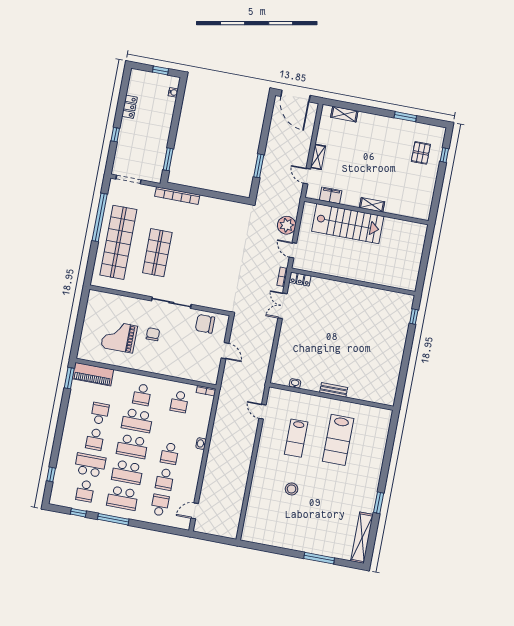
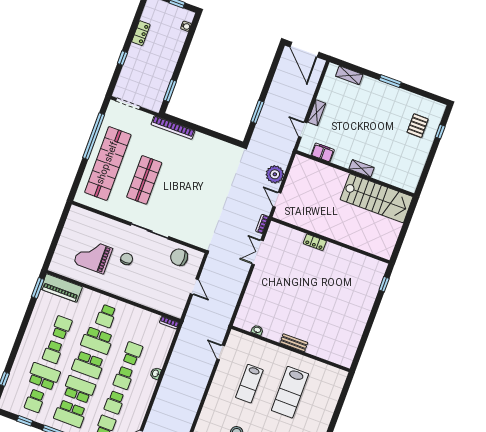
window: (405, 117) -> (390, 81), moved
stairs: (348, 224) -> (377, 198), moved
locker: (300, 279) -> (315, 242), moved
school desk: (179, 402) -> (132, 353), moved, turned 180
school desk: (127, 472) -> (79, 389), turned 180

